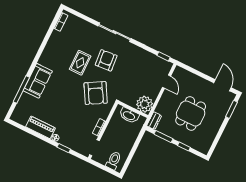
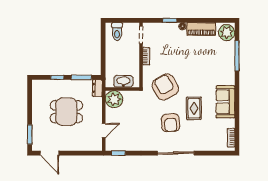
sofa: (38, 81) -> (225, 102), moved
door: (167, 82) -> (104, 131), swing flipped
dining table: (191, 113) -> (66, 112), turned 90
plant: (20, 114) -> (227, 33), added

